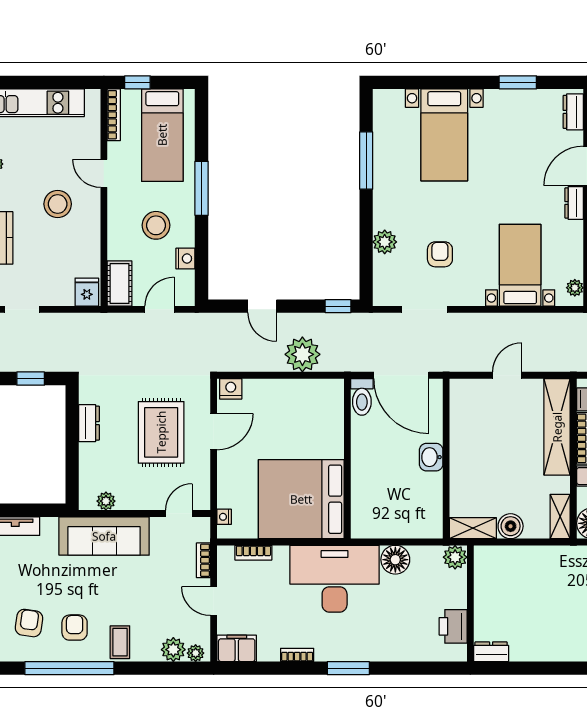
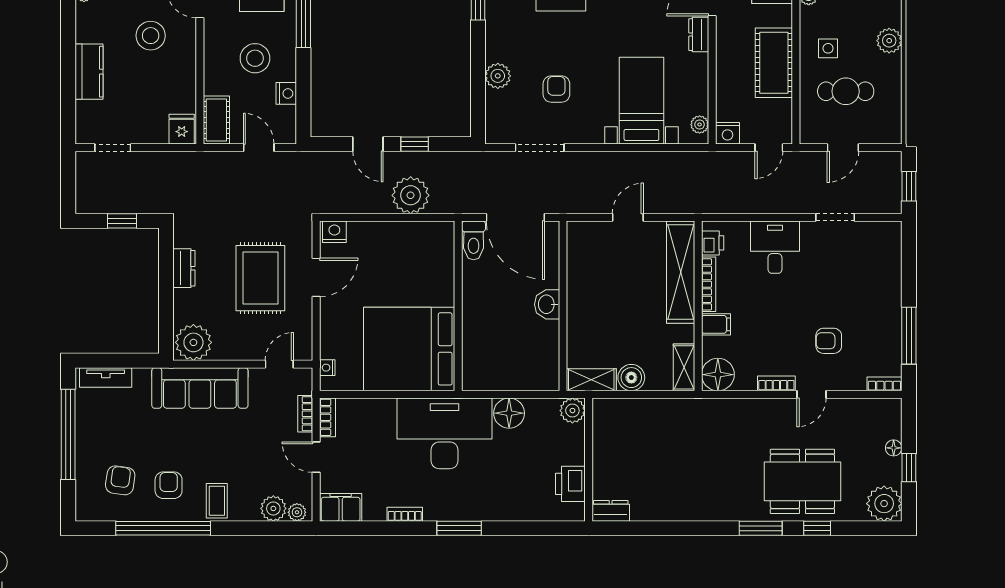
window: (338, 306) -> (415, 144), moved
door: (159, 309) -> (259, 148), hinge flipped
plant: (106, 501) -> (193, 342), width x1.88, depth x1.88
bookcase: (253, 553) -> (327, 417), moved, turned -90

